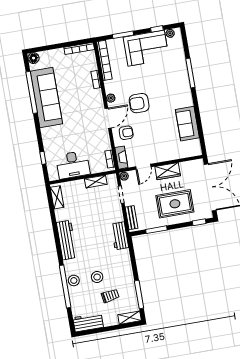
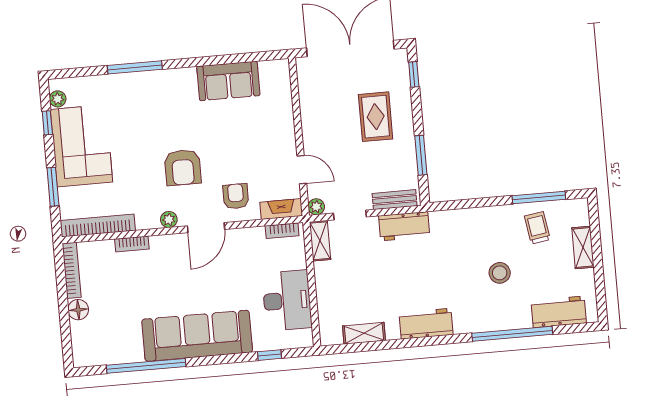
floor lamp: (34, 58) -> (78, 310), moved
sofa: (46, 98) -> (197, 336), moved
door: (108, 118) -> (206, 228), swing flipped
wardrobe: (168, 171) -> (314, 125), removed
shelving: (96, 182) -> (320, 241), moved
shelving: (57, 197) -> (364, 333), moved
rug: (175, 204) -> (376, 117), width x0.73, depth x0.70
workbench: (120, 236) -> (404, 226), moved
workbench: (67, 240) -> (426, 324), width x0.73
stool: (74, 280) -> (502, 317), removed
trolley: (110, 296) -> (537, 228), moved
shelving: (130, 318) -> (583, 248), moved
workbench: (88, 322) -> (559, 312), moved, turned 90

